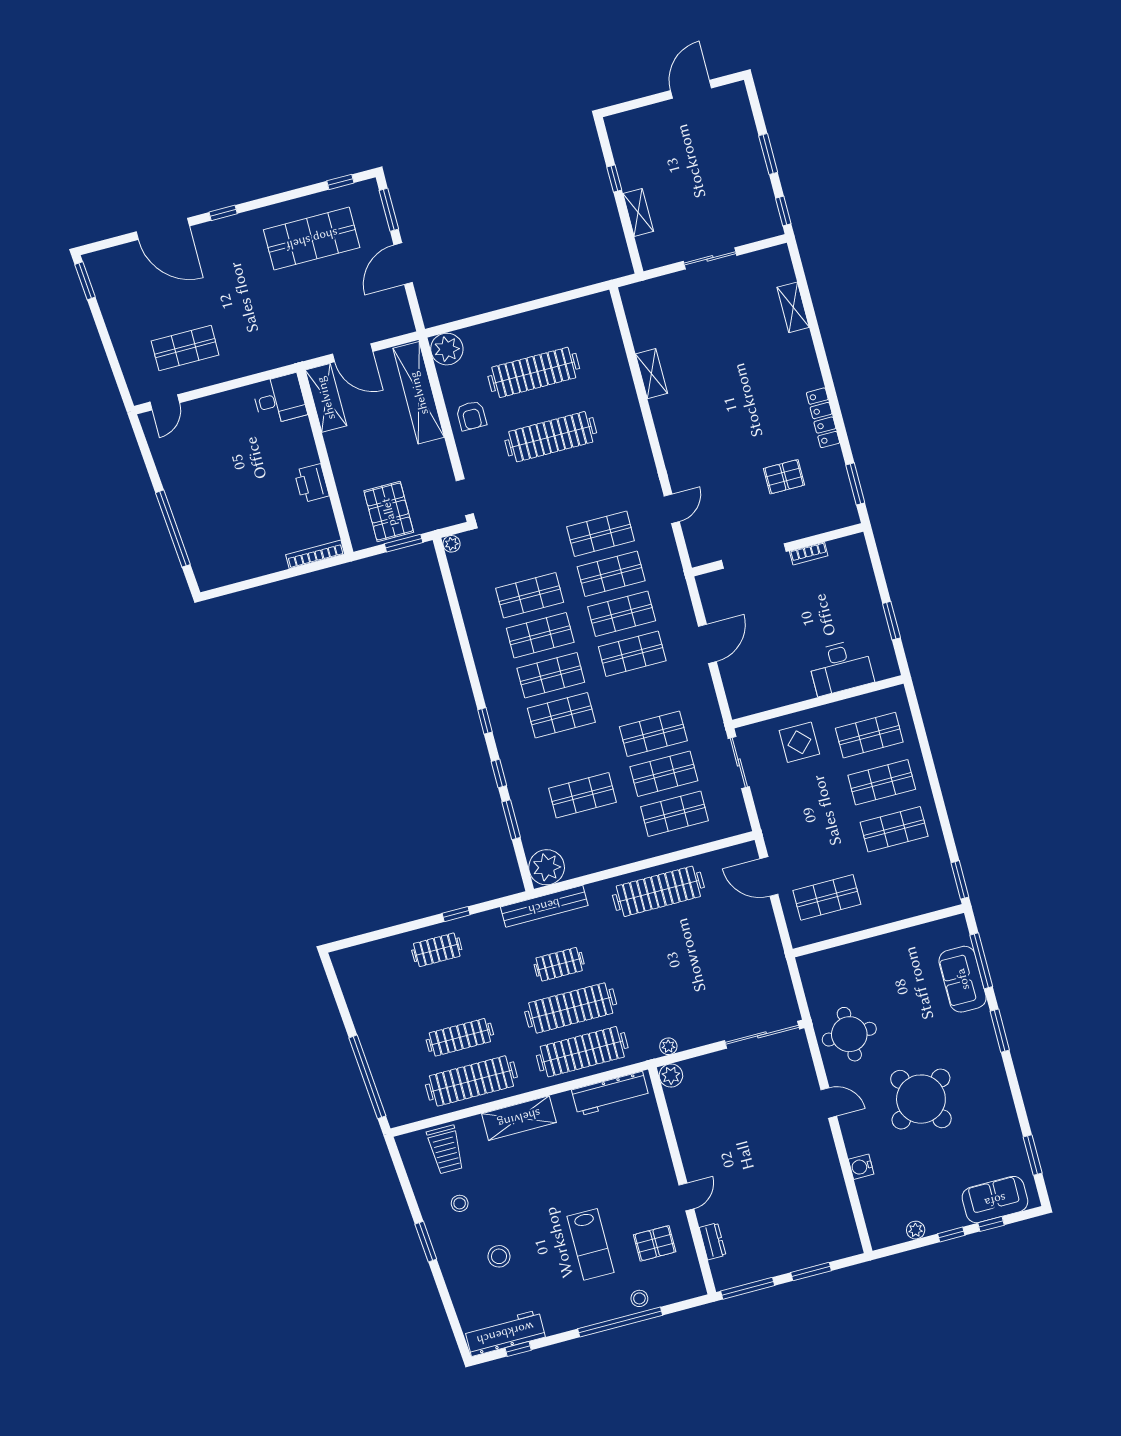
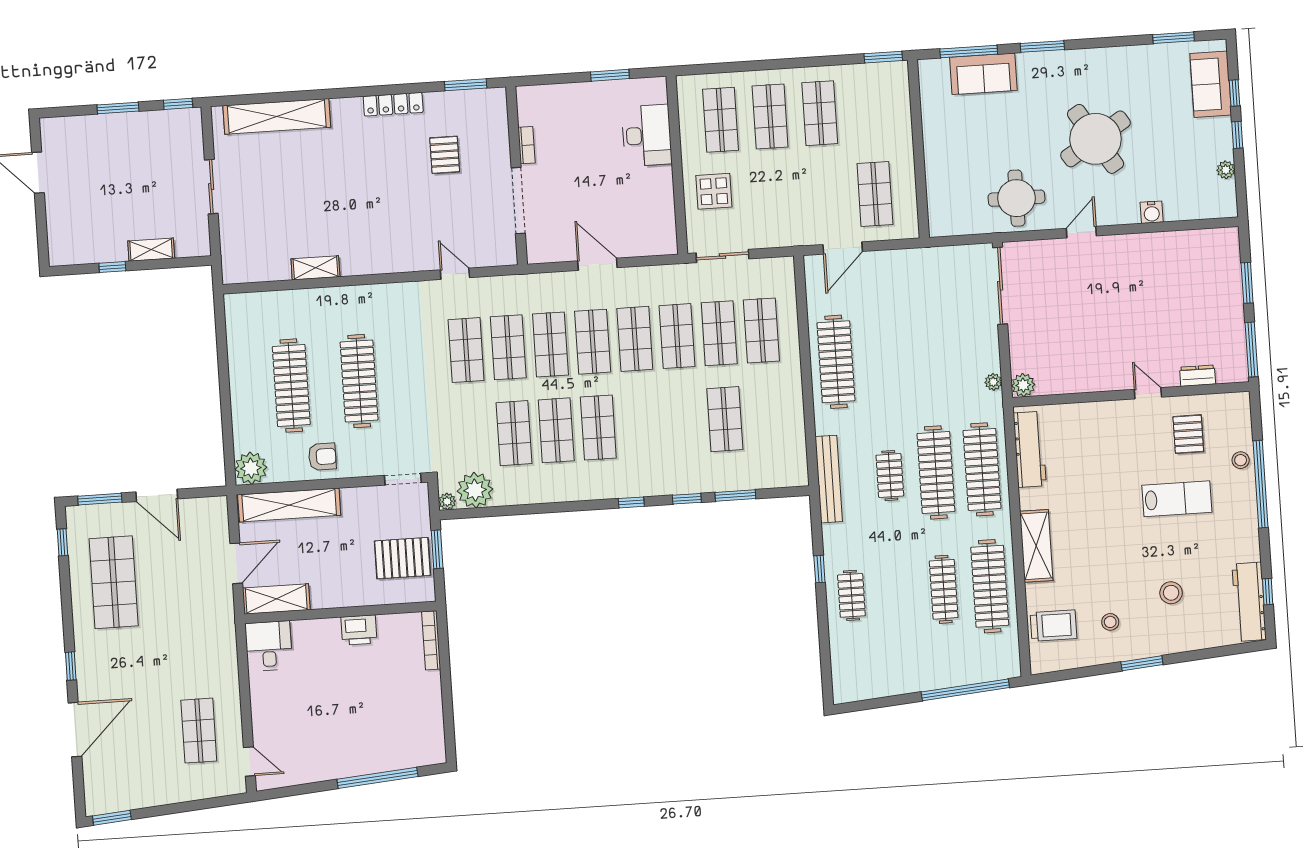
shelving: (793, 307) -> (277, 116), width x2.20, depth x1.33
shop shelf: (561, 715) -> (635, 339), moved
plant: (547, 867) -> (475, 490), moved

